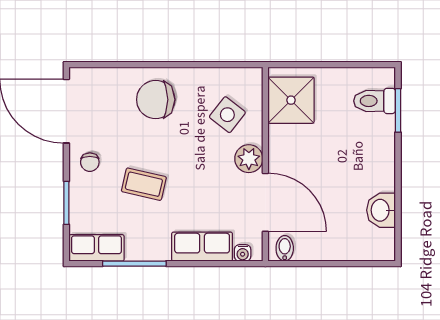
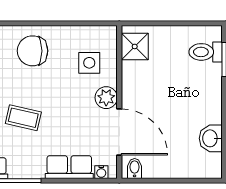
shower: (291, 100) -> (135, 46), width x0.73, depth x0.73
side table: (227, 115) -> (89, 63), turned -38

